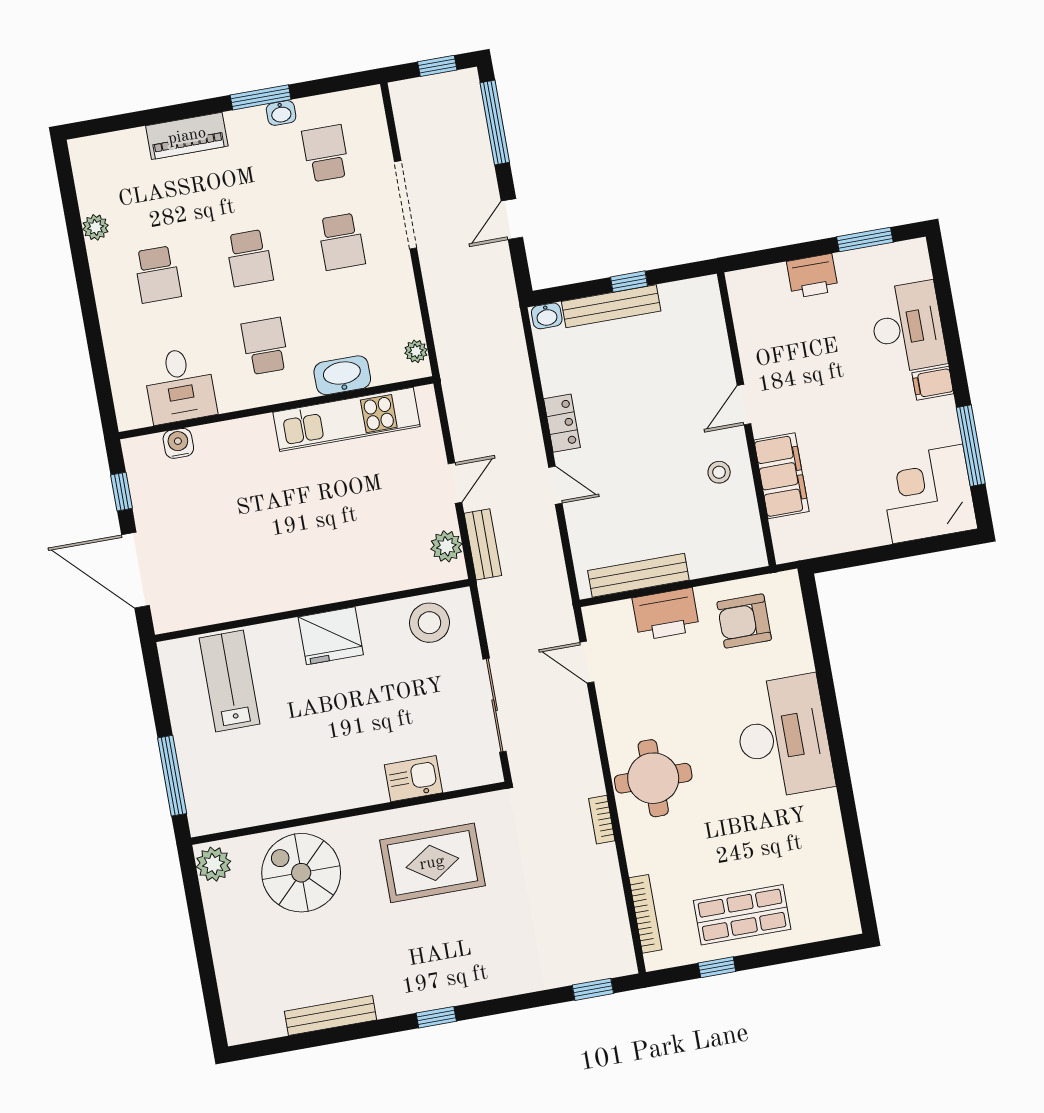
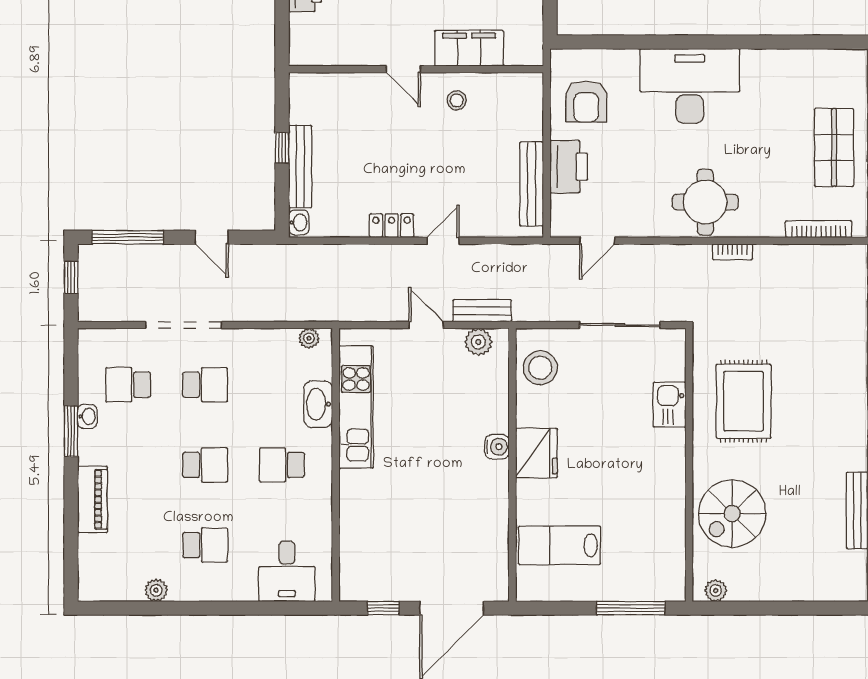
desk: (180, 385) -> (287, 571), moved, turned 90
water cooler: (178, 443) -> (497, 447), moved, turned 180
plant: (214, 864) -> (716, 591), width x0.73, depth x0.73

